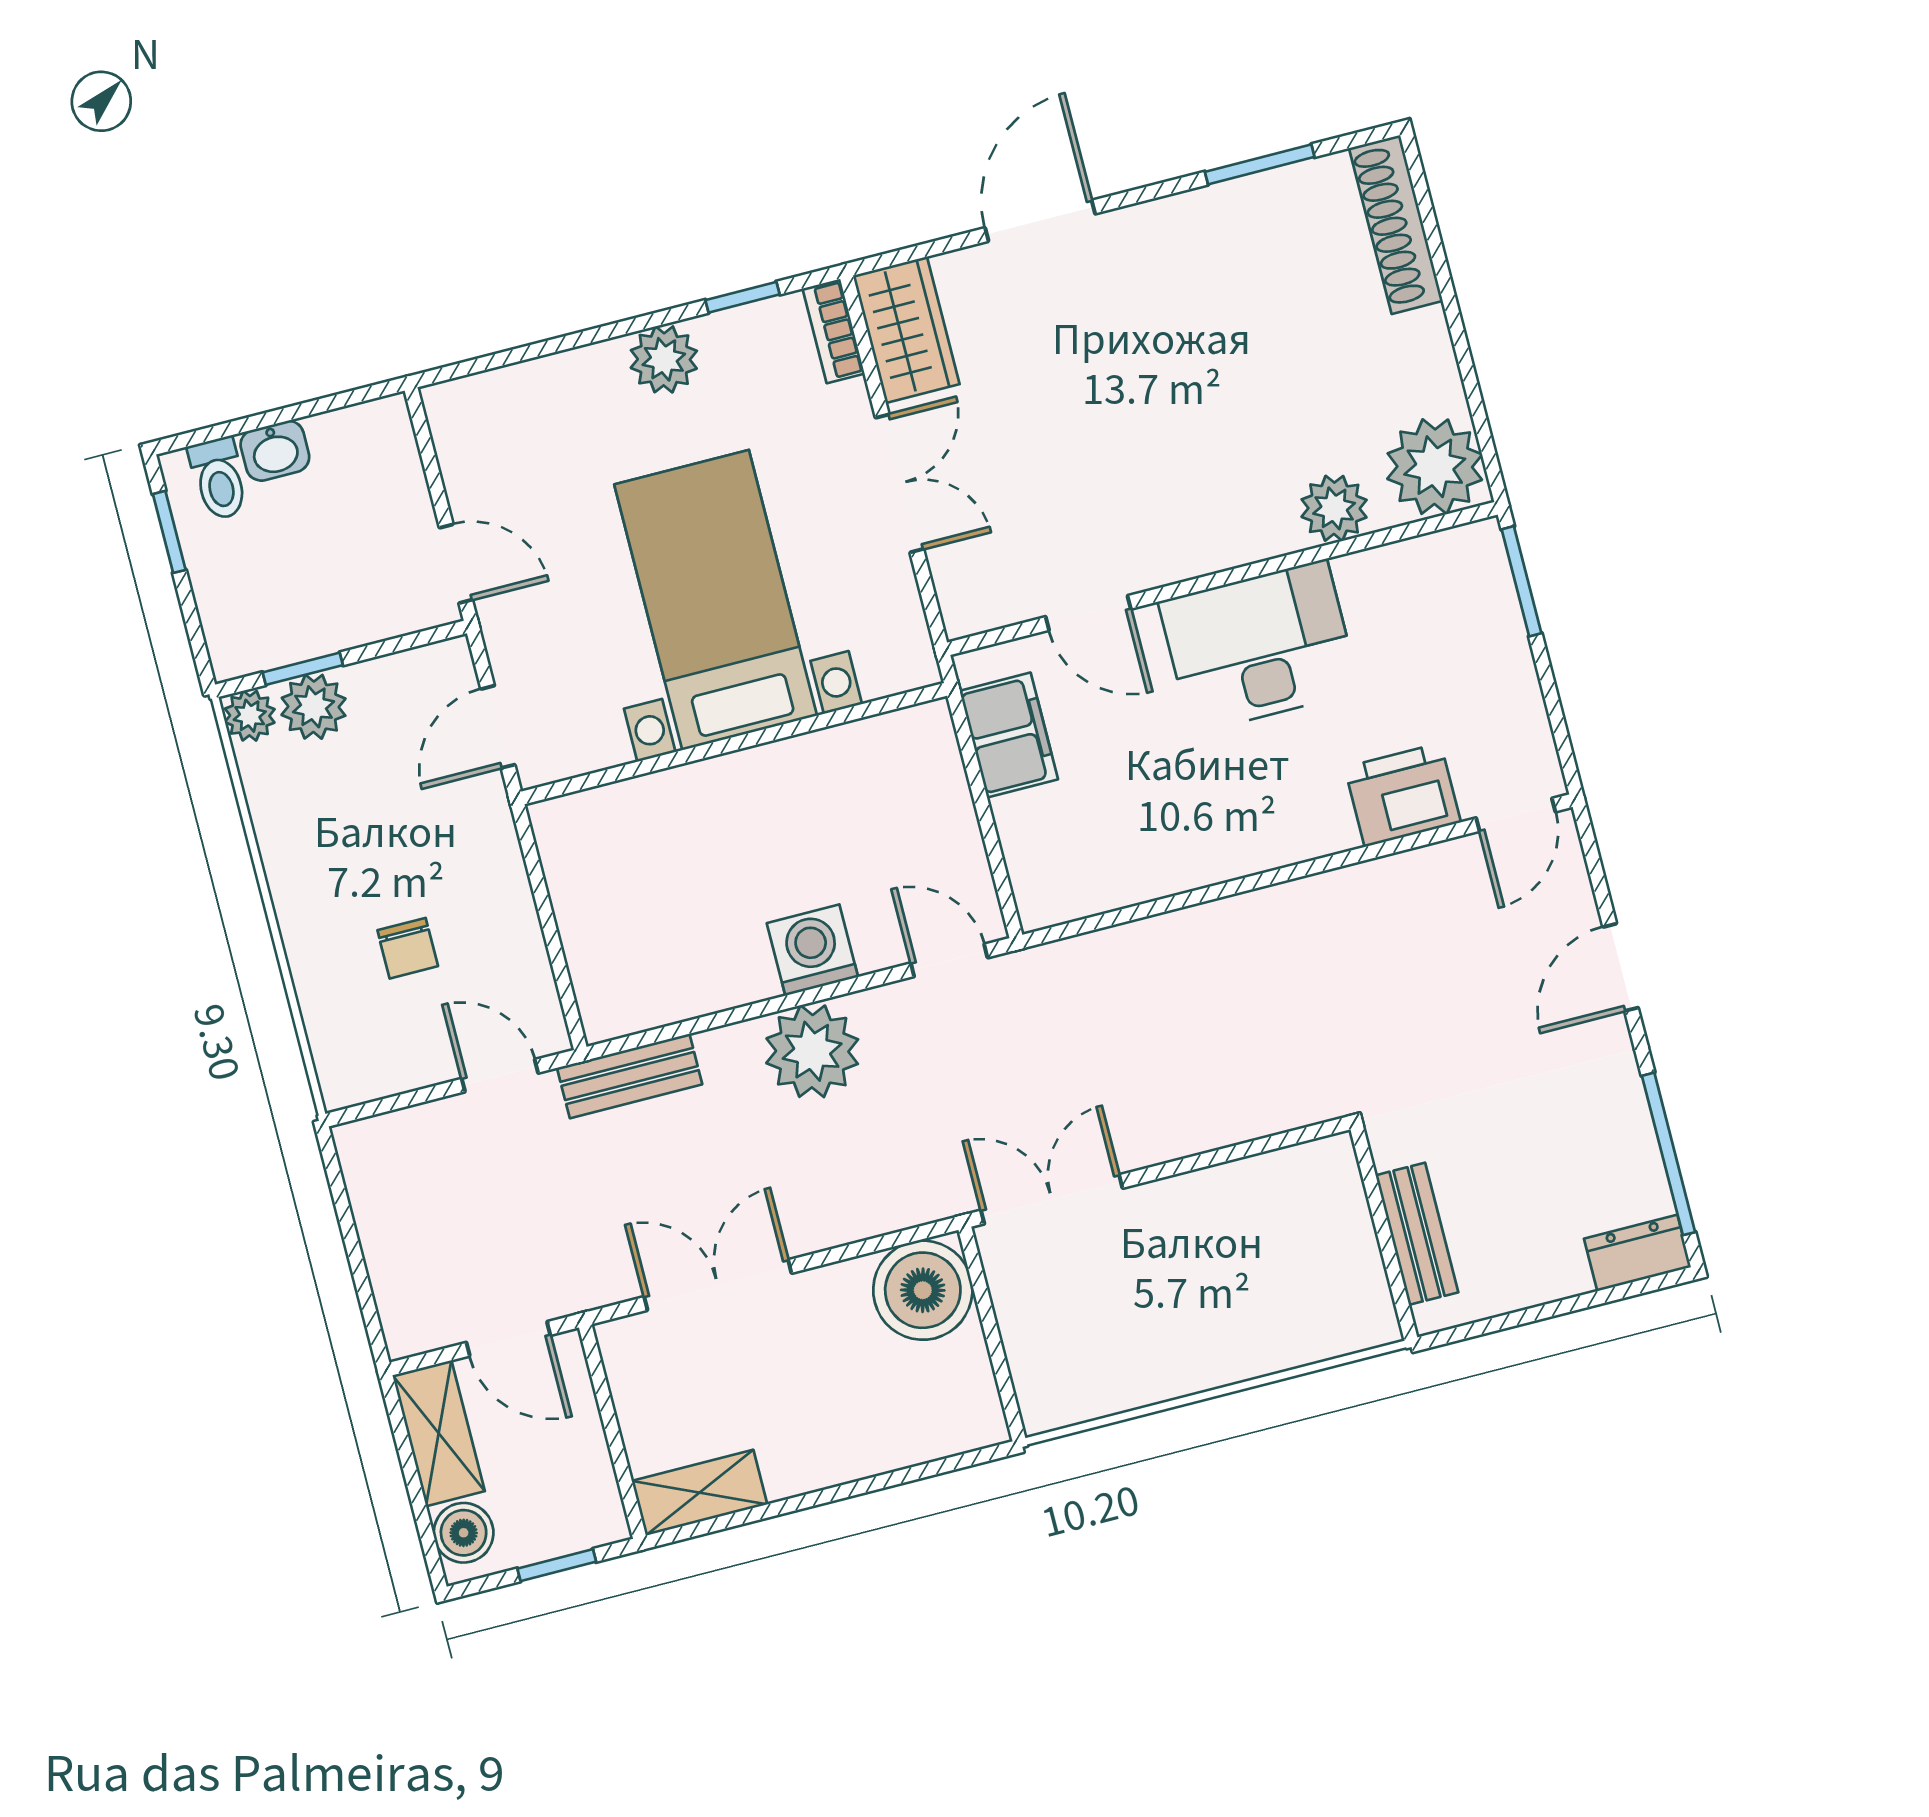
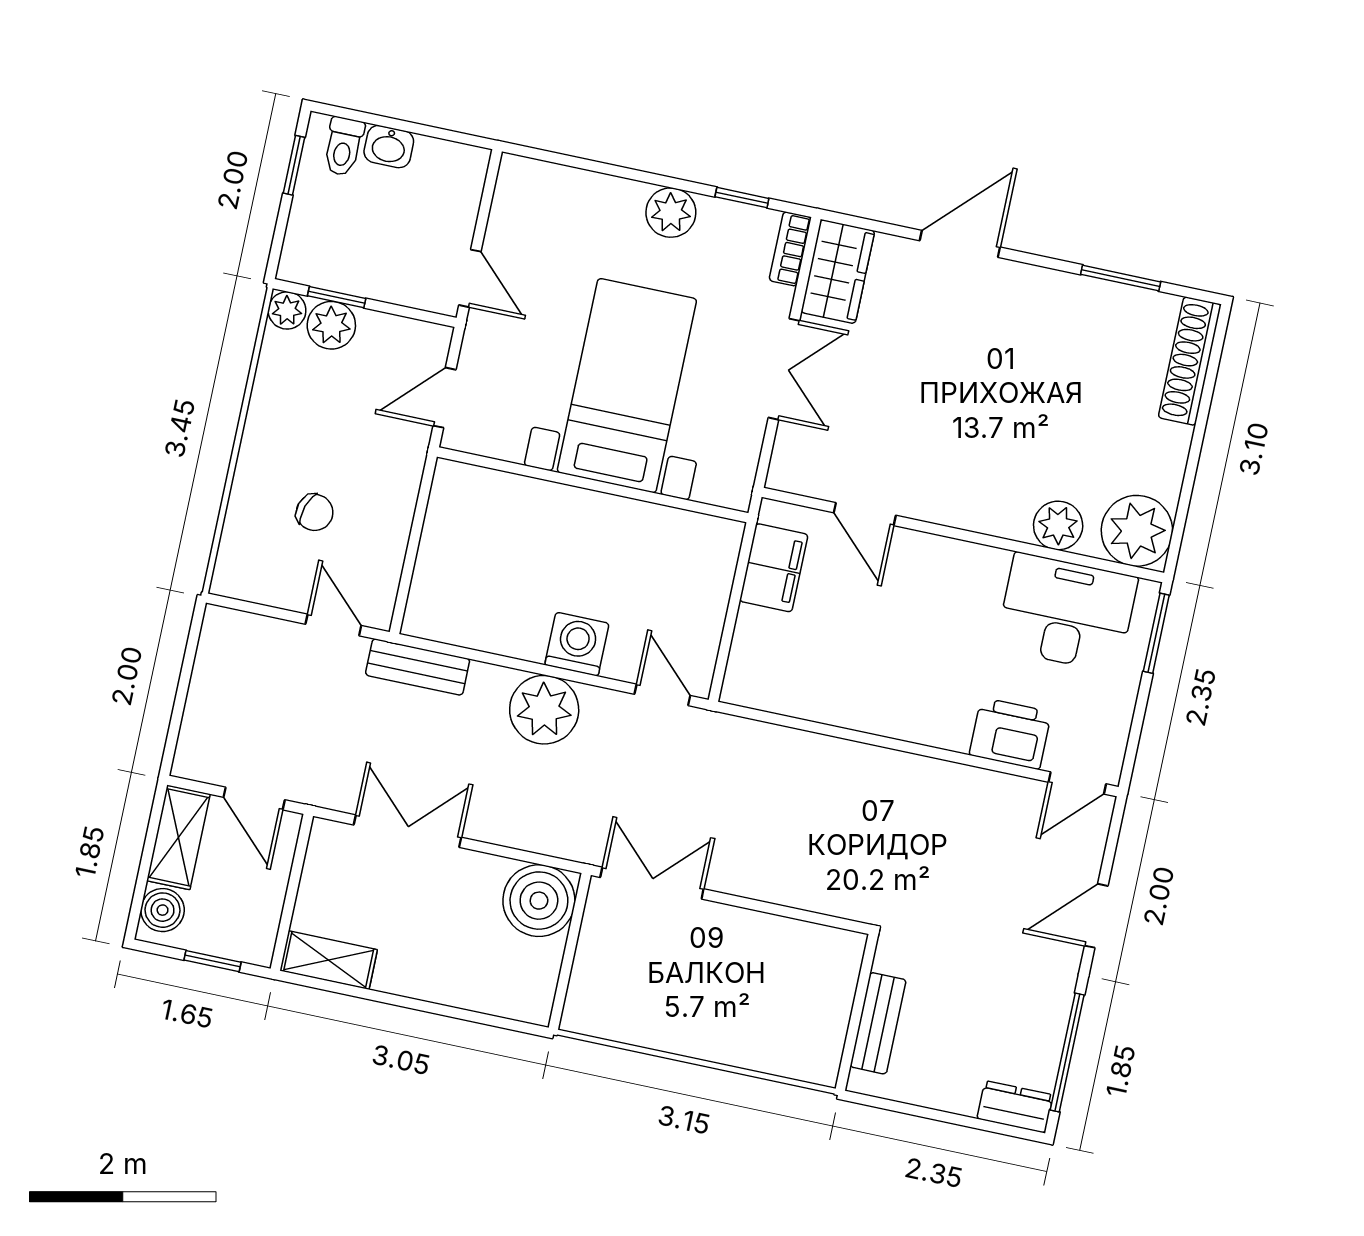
desk: (1259, 647) -> (1067, 613), moved
chair: (408, 948) -> (315, 512), turned -72

